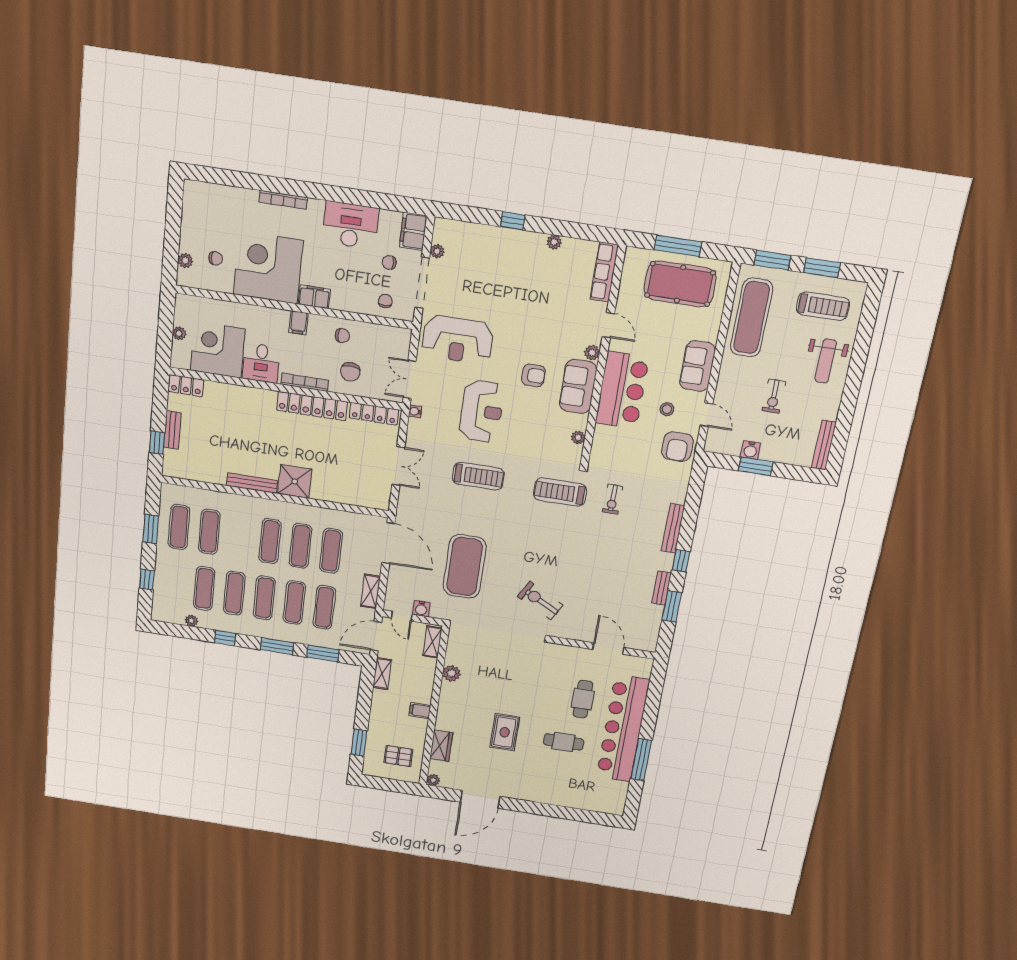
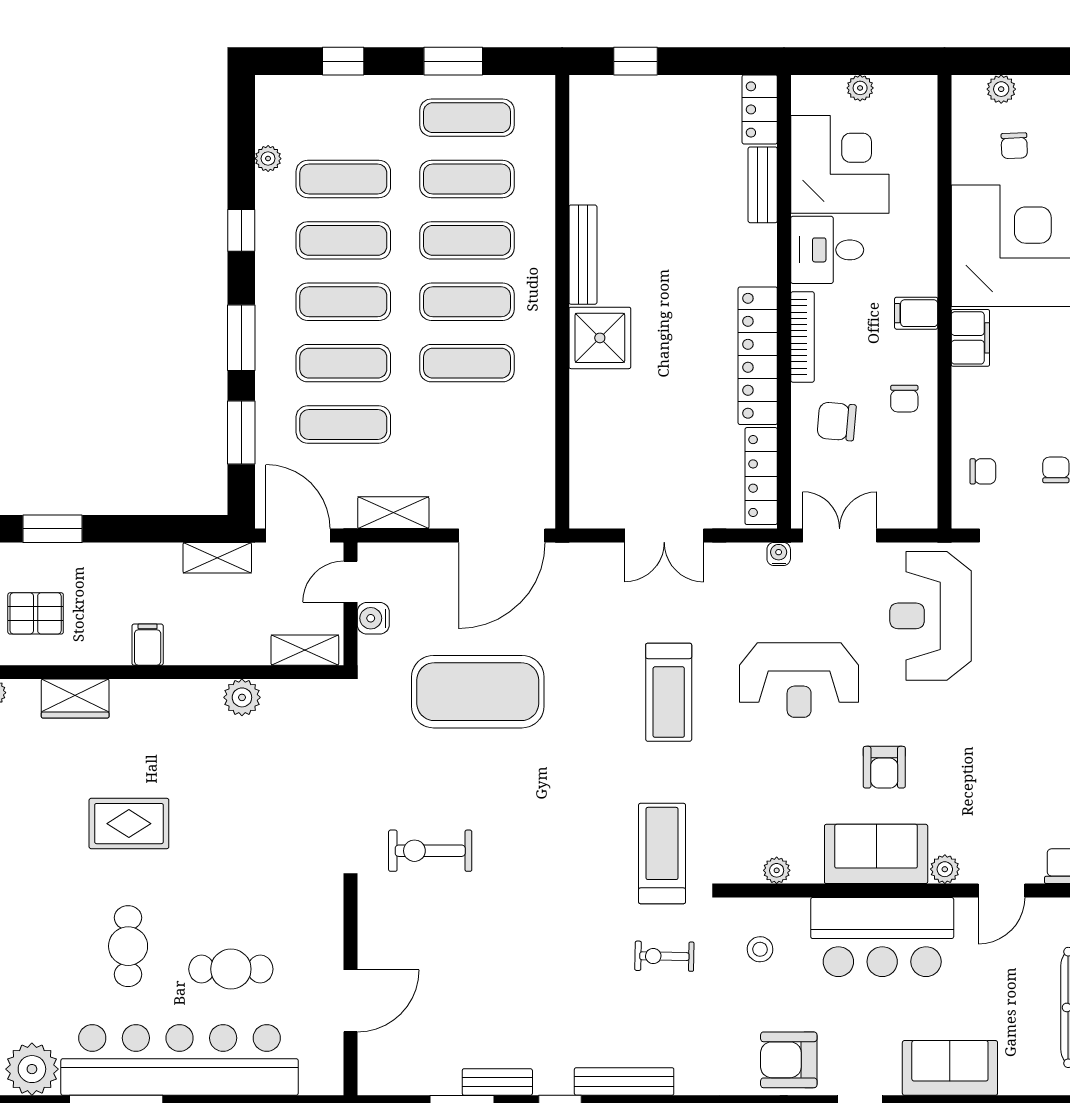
stool: (667, 409) -> (760, 949), moved
bench: (172, 430) -> (763, 185), moved, turned 90
exercise mat: (331, 551) -> (467, 240), moved
exercise bike: (540, 601) -> (430, 851), turned -118
pallet: (398, 756) -> (36, 613), turned 90
plant: (615, 792) -> (32, 1069), added

